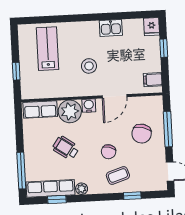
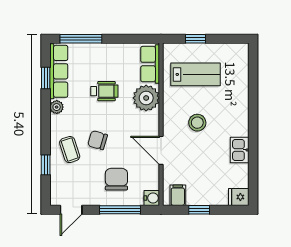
window: (164, 48) -> (199, 210), moved
lab bench: (48, 49) -> (195, 74), moved
water cooler: (89, 106) -> (152, 198), moved
chair: (142, 134) -> (116, 179), turned 76
wheelchair: (66, 148) -> (104, 91), turned 55

